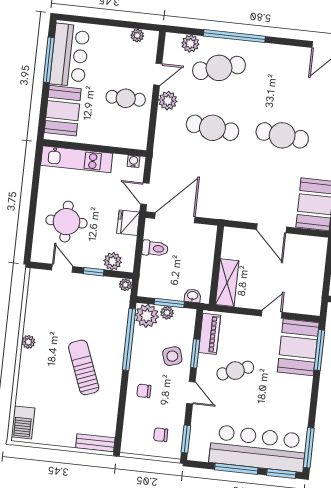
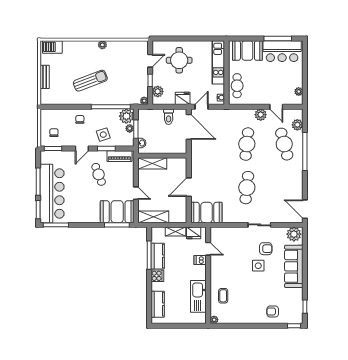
cafe table: (126, 98) -> (237, 86), moved
shelving: (313, 290) -> (153, 217), added
bench: (95, 443) -> (45, 77), moved

